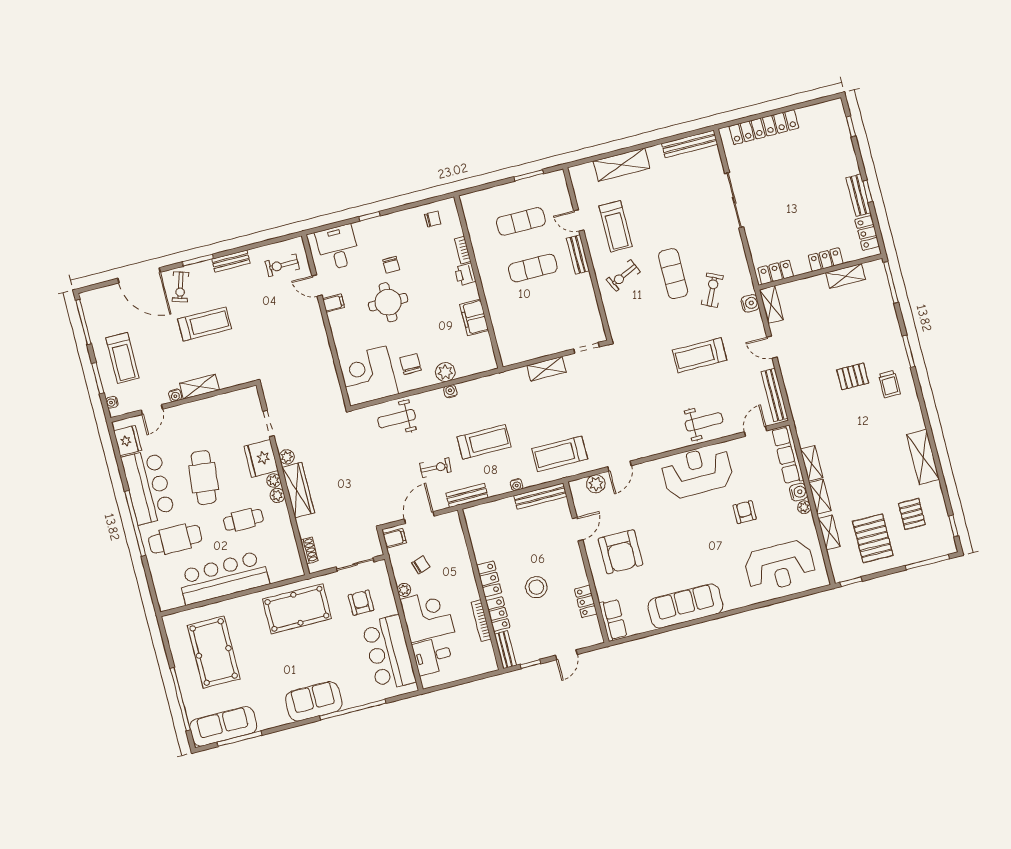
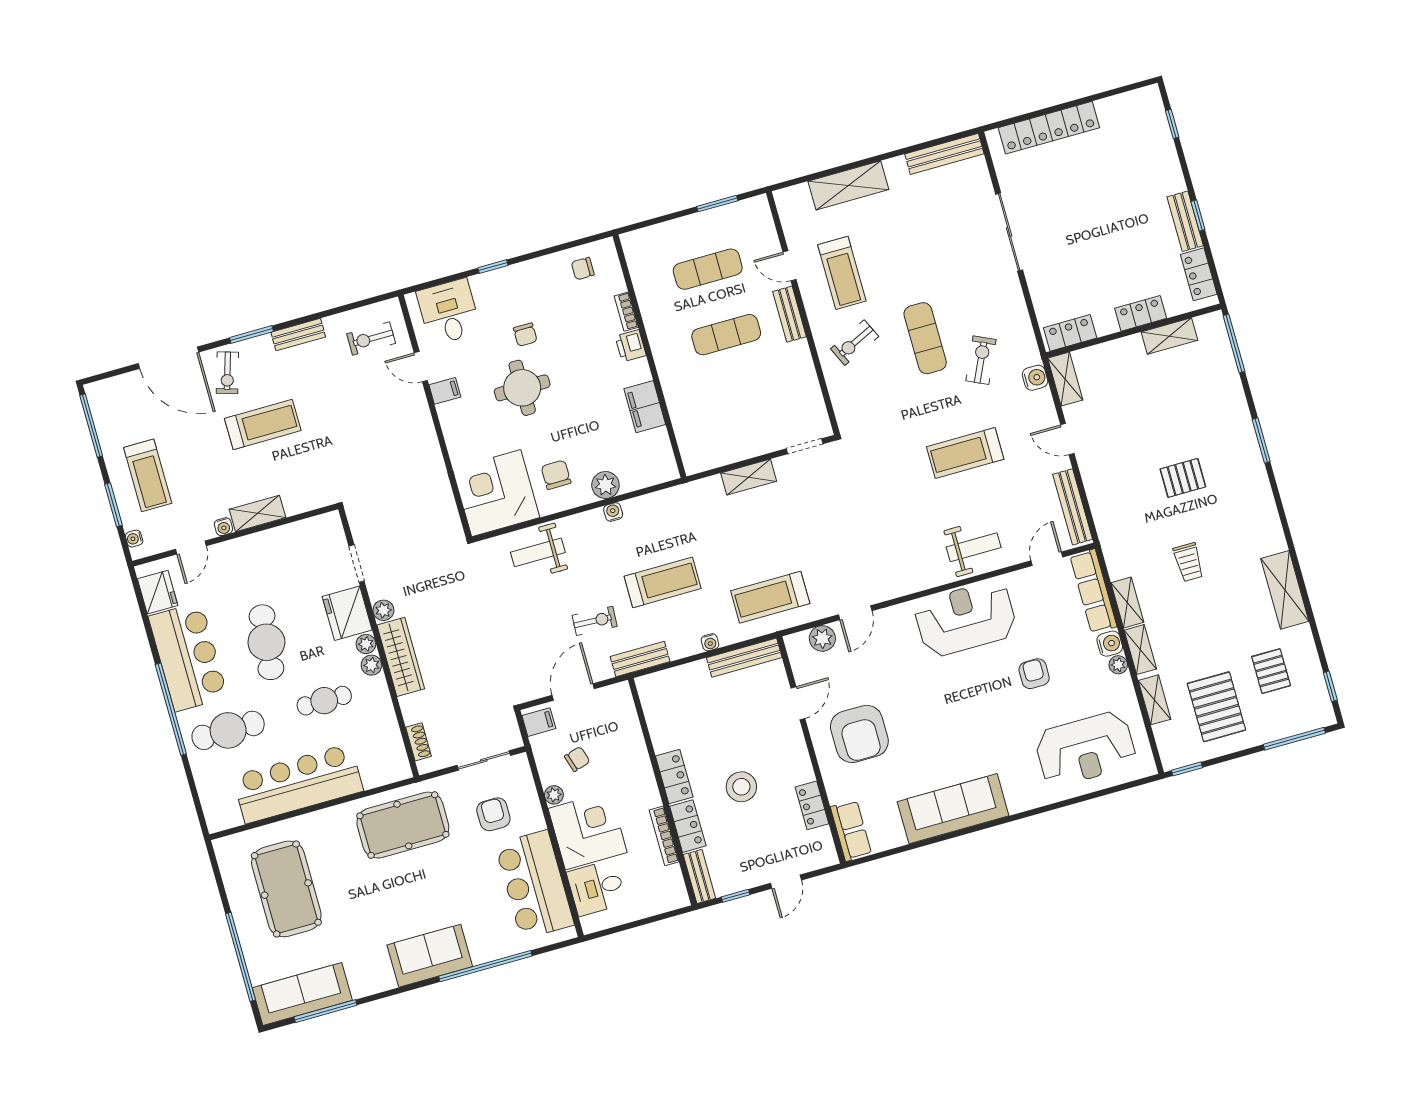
chair: (433, 219) -> (583, 269), turned 180
trolley: (889, 384) -> (1188, 562), moved

